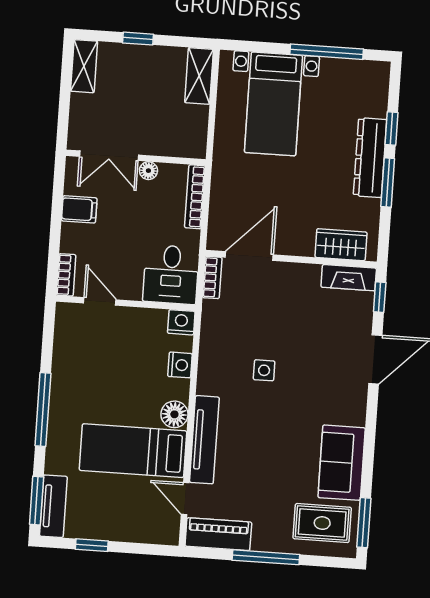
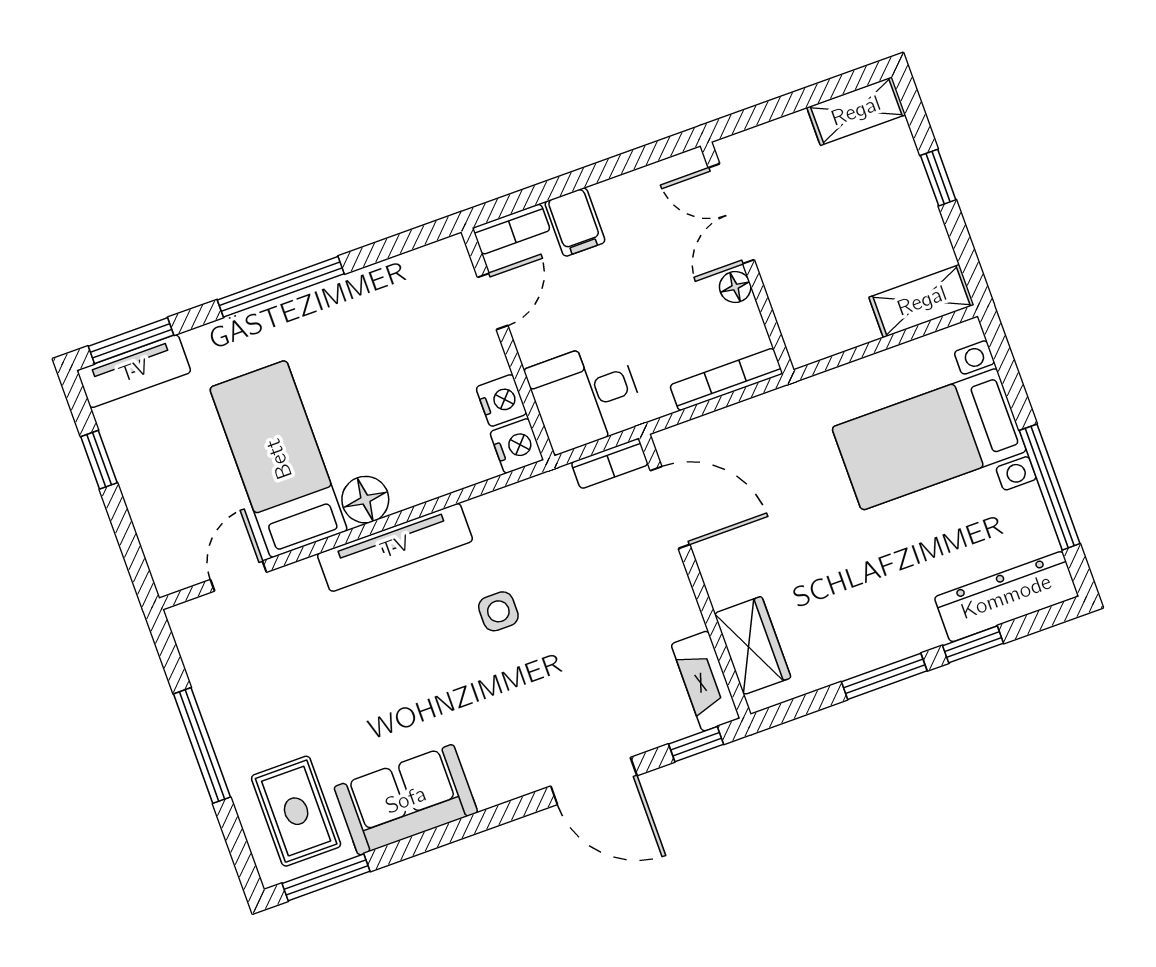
dresser: (370, 158) -> (1006, 597), moved
filing cabinet: (79, 209) -> (575, 222), moved
nightstand: (180, 365) -> (501, 400), moved, turned -90
tv unit: (204, 440) -> (395, 547), moved
piano: (218, 534) -> (205, 654), removed

